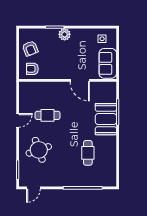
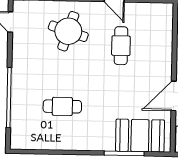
booth: (106, 119) -> (140, 136), moved
round table: (39, 150) -> (68, 31), turned 37

